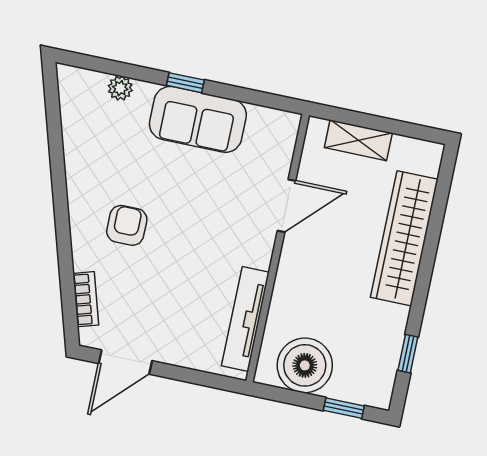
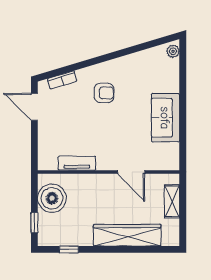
window: (185, 83) -> (183, 107), removed
plant: (120, 88) -> (173, 51), moved
tv unit: (245, 319) -> (77, 163), width x0.71

